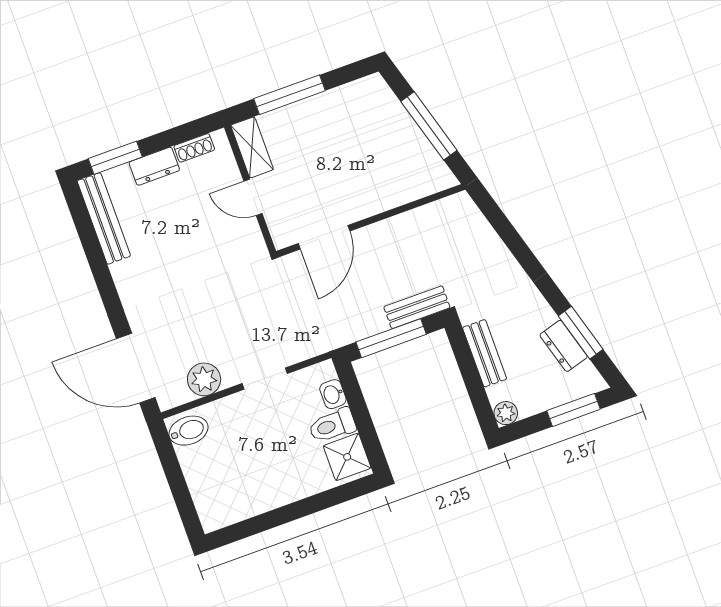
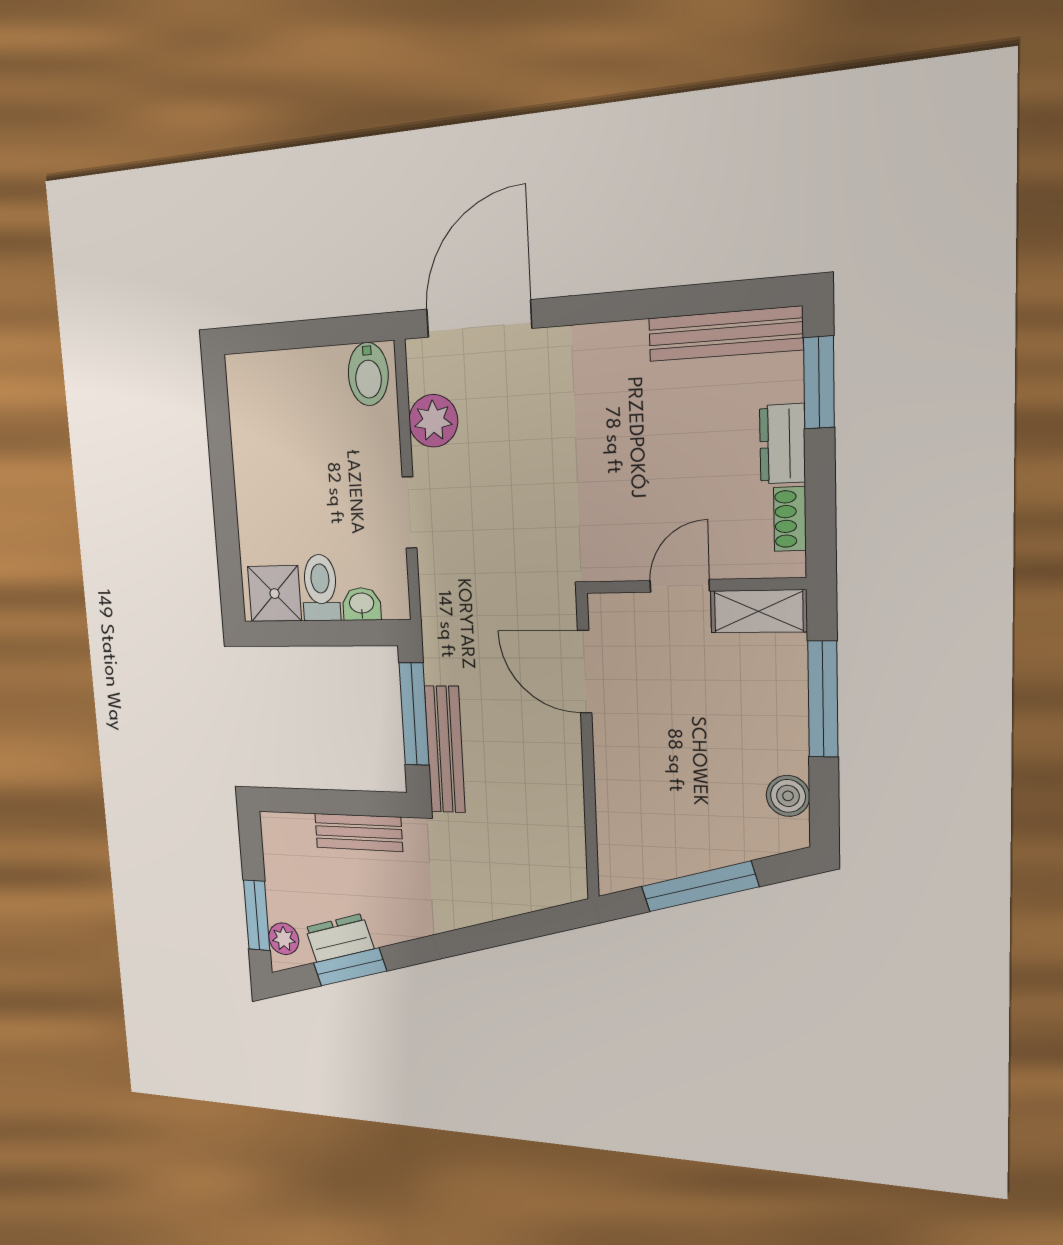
boiler: (353, 94) -> (788, 796), added
bench: (417, 307) -> (445, 749), width x1.36
plant: (506, 413) -> (284, 939), moved

